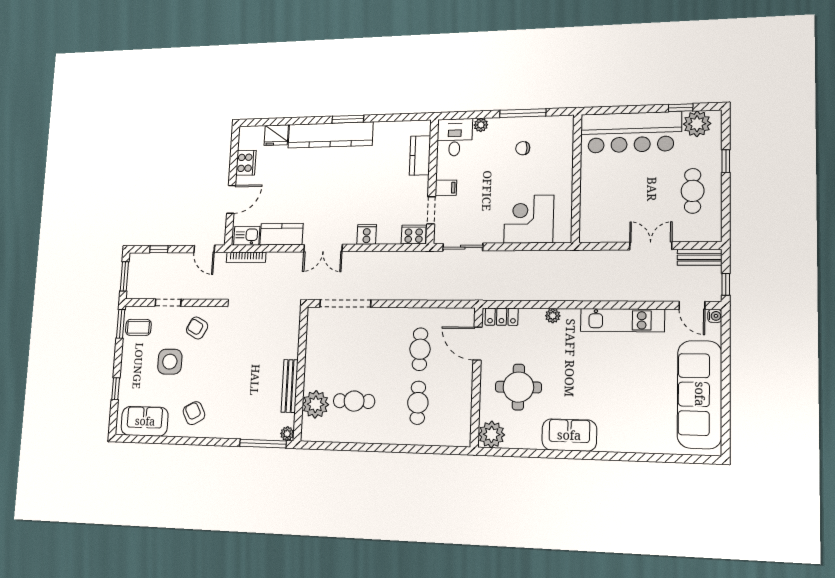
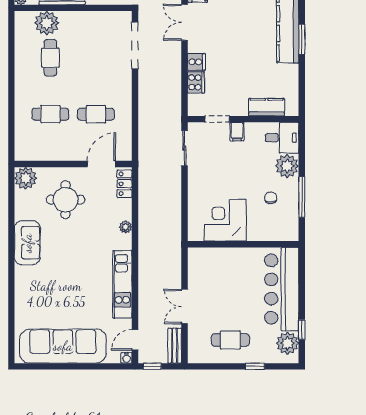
plant: (481, 125) -> (287, 166), width x1.88, depth x1.88
corner desk: (529, 219) -> (225, 220), moved, turned -90
cooker: (414, 235) -> (196, 82), moved
double door: (651, 246) -> (184, 306), swing flipped

